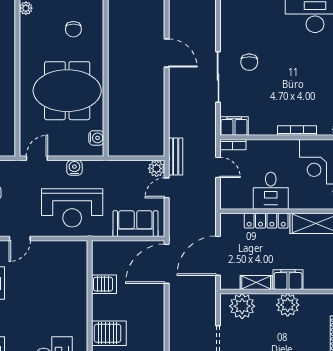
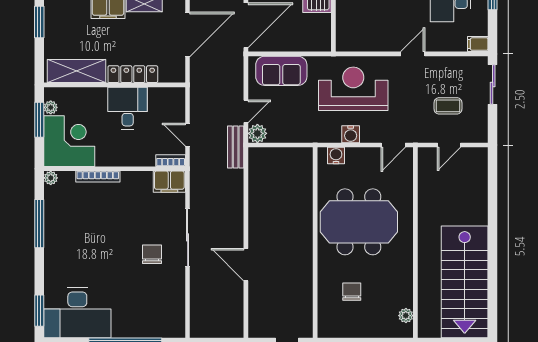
water cooler: (96, 138) -> (336, 156), moved, turned 90

